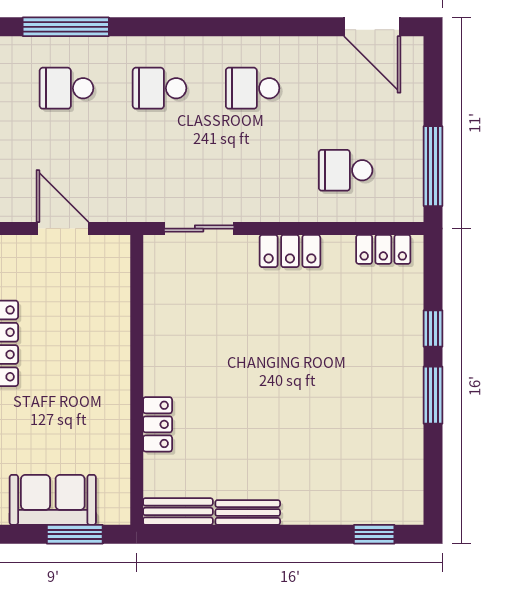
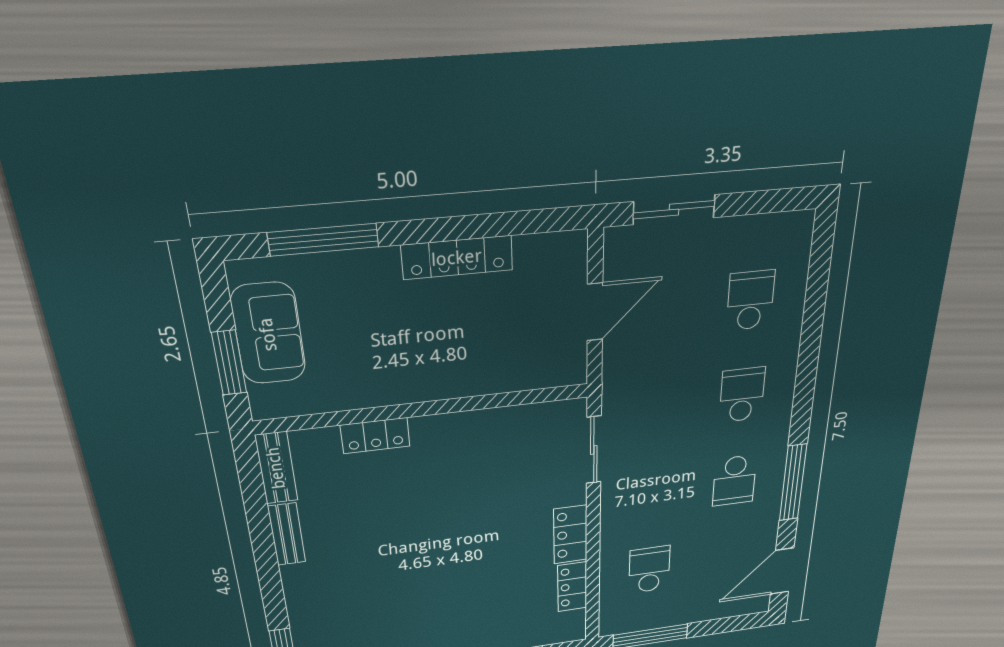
window: (66, 27) -> (793, 483), moved
school desk: (253, 88) -> (734, 480), turned 180
locker: (383, 249) -> (572, 587), moved

